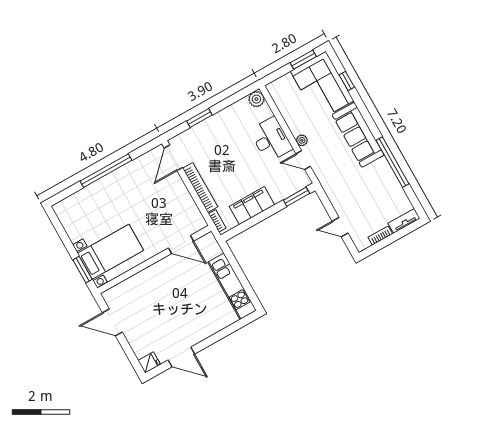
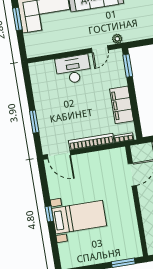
plant: (256, 99) -> (36, 69), removed
plant: (302, 140) -> (117, 39), moved
window: (106, 171) -> (49, 214), width x0.32
bed with nightstands: (111, 252) -> (79, 217), moved, turned 90

